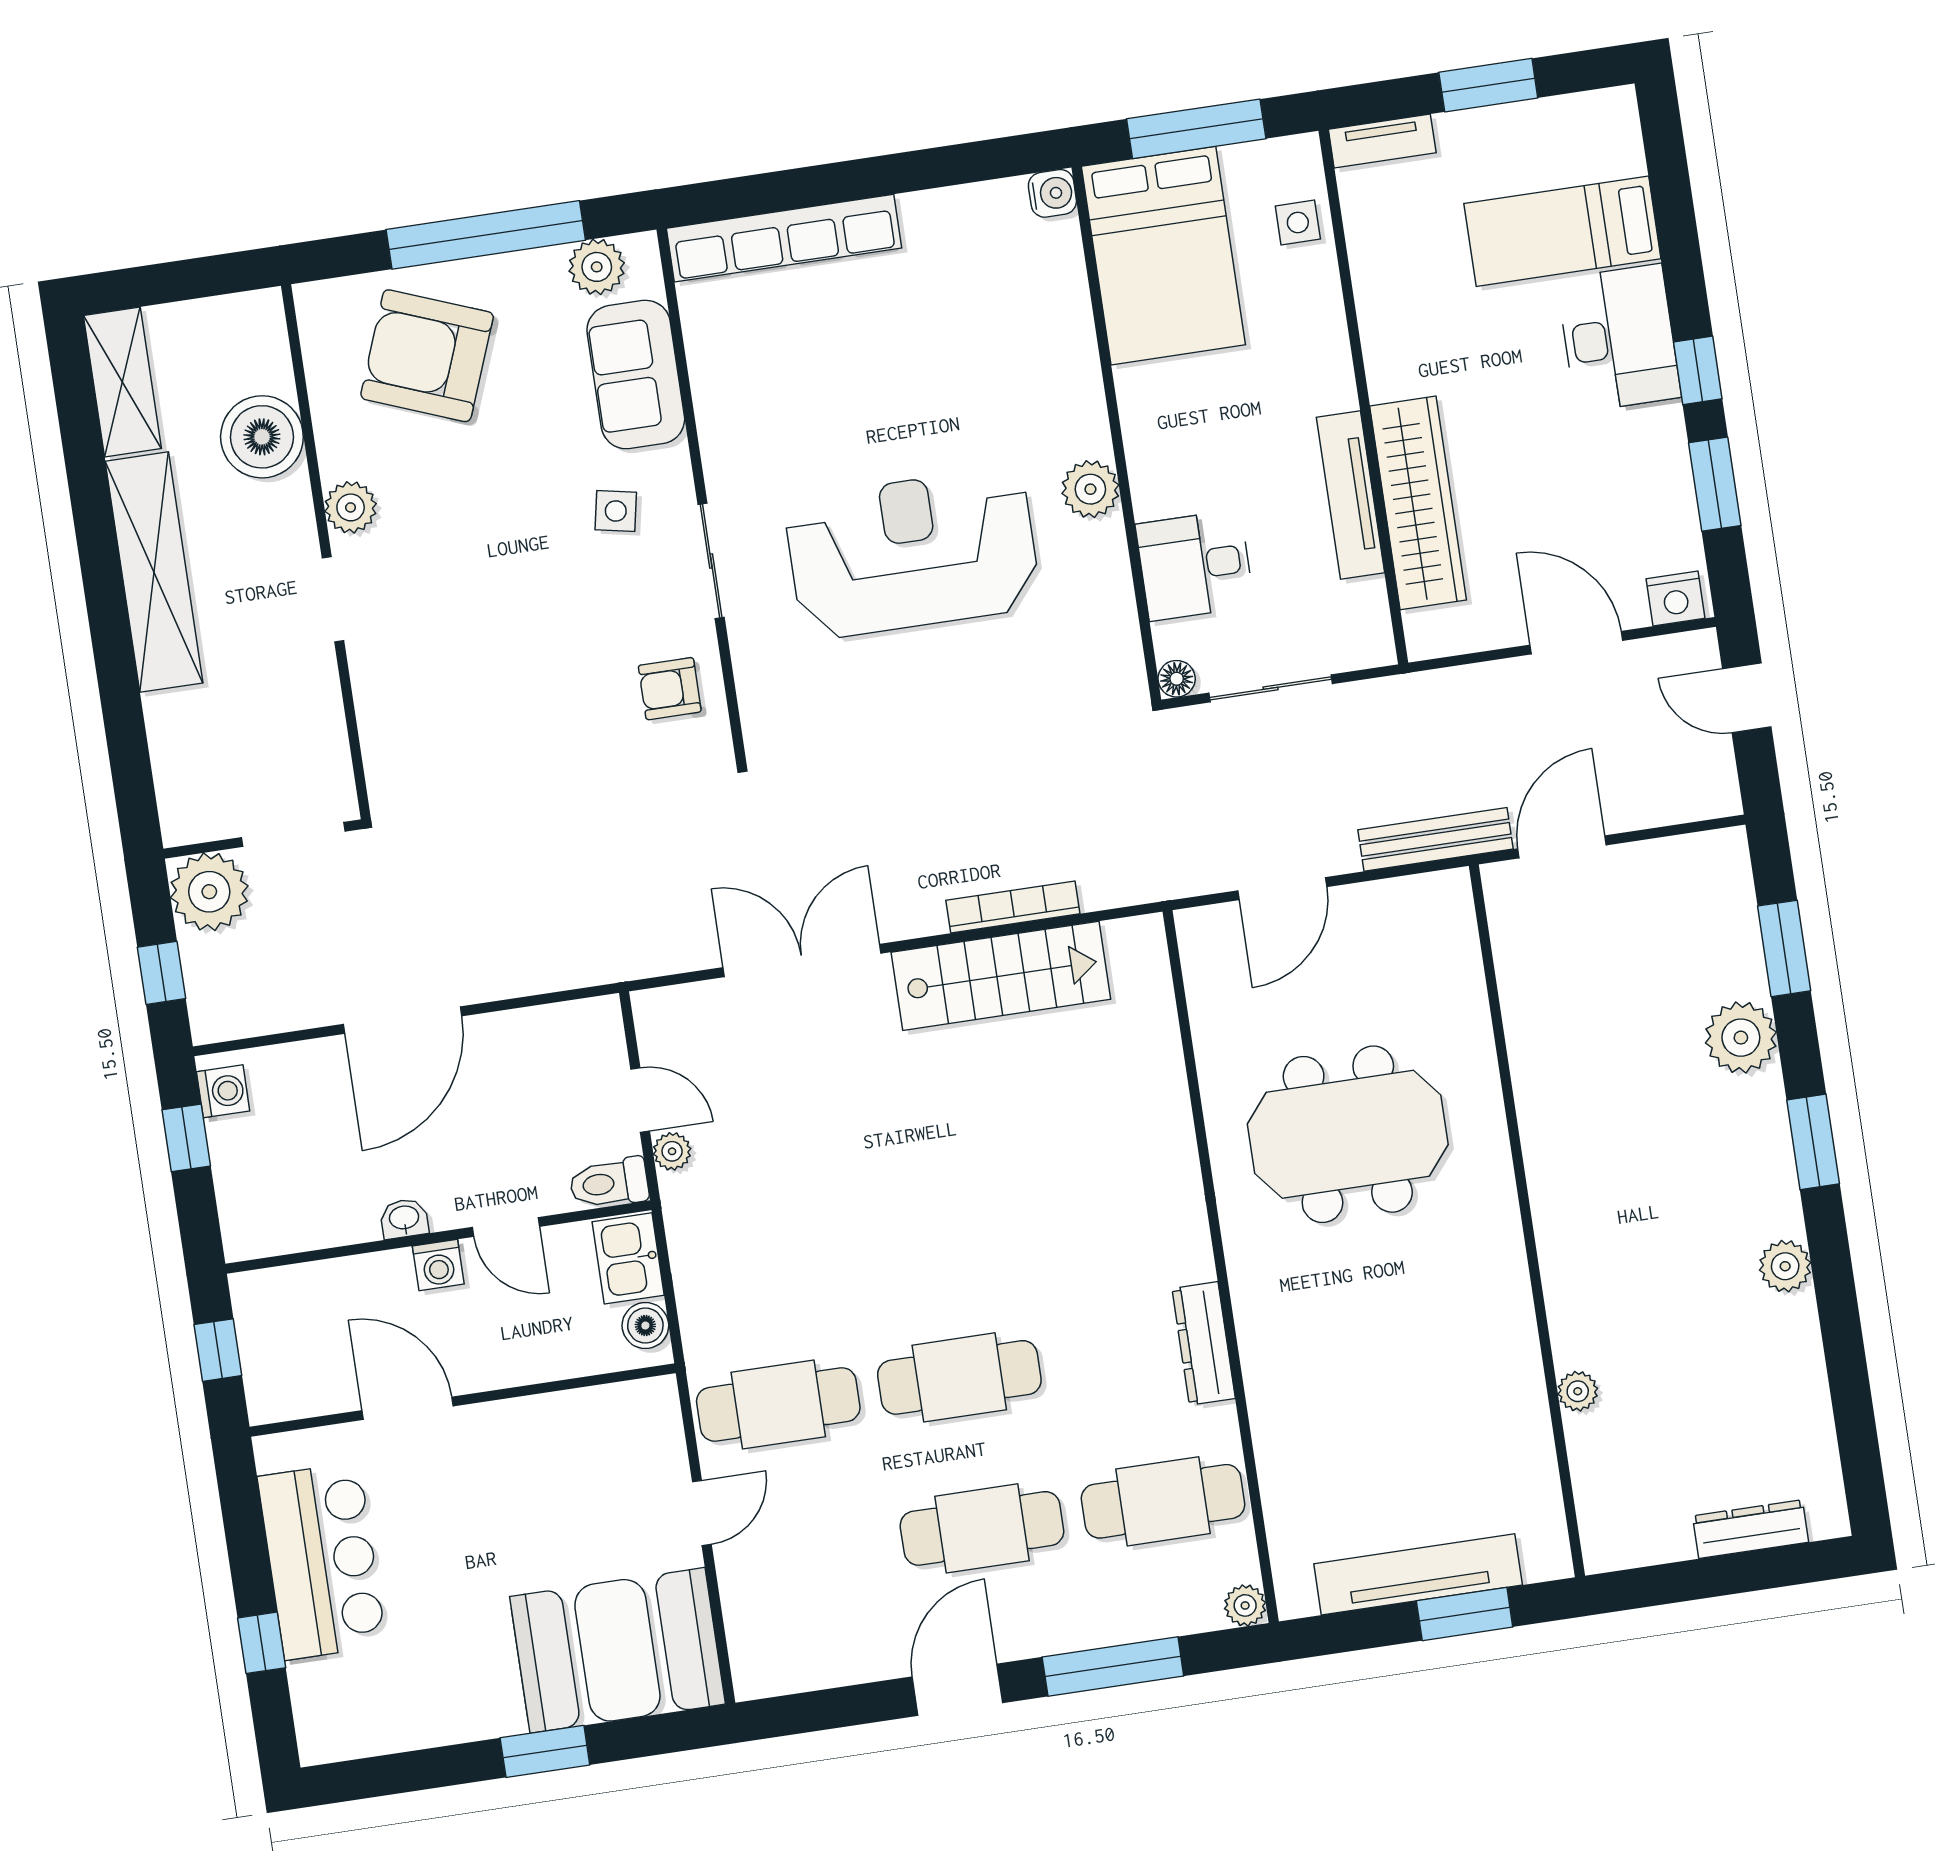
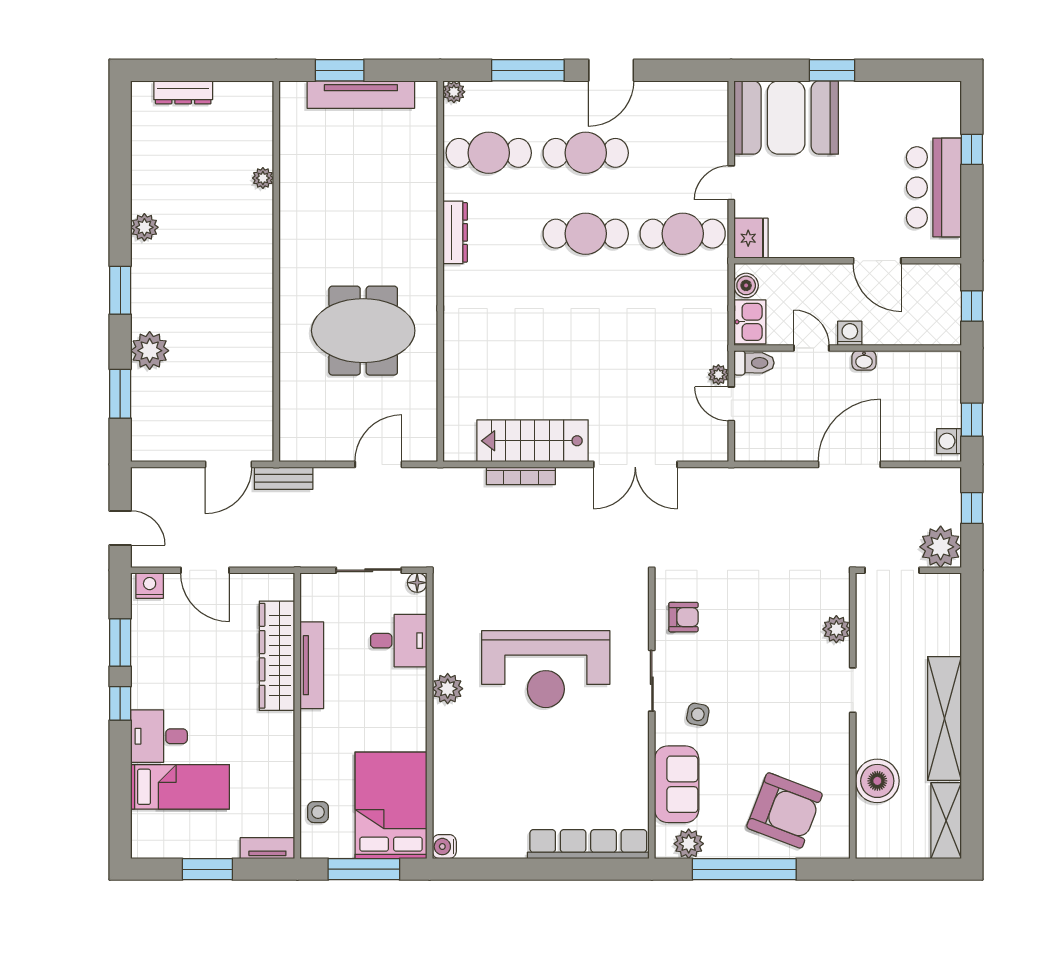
desk: (1619, 338) -> (159, 736), width x0.73
plant: (351, 507) -> (836, 629), moved
bench: (1436, 839) -> (284, 478), width x0.73
fridge: (649, 1415) -> (751, 238), added

